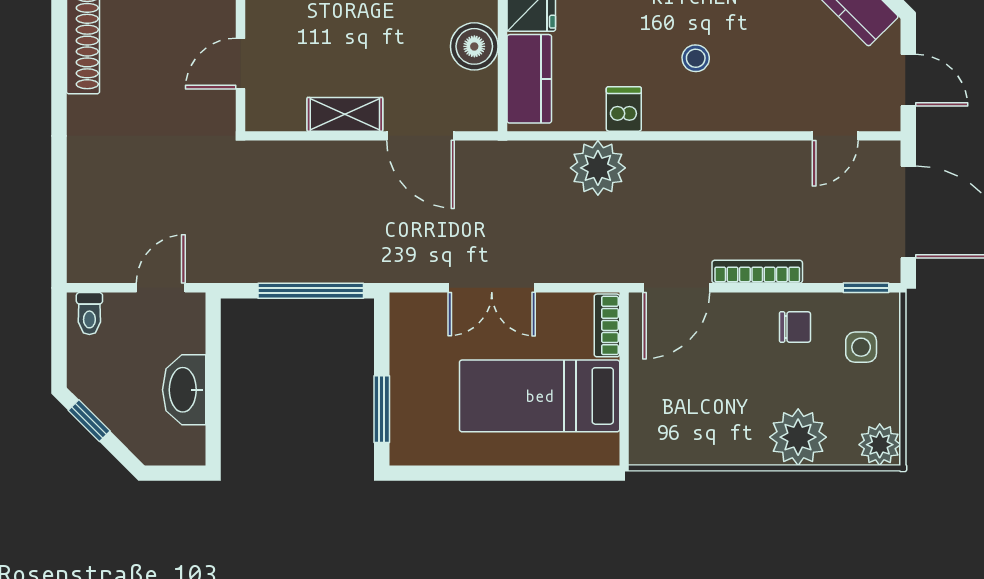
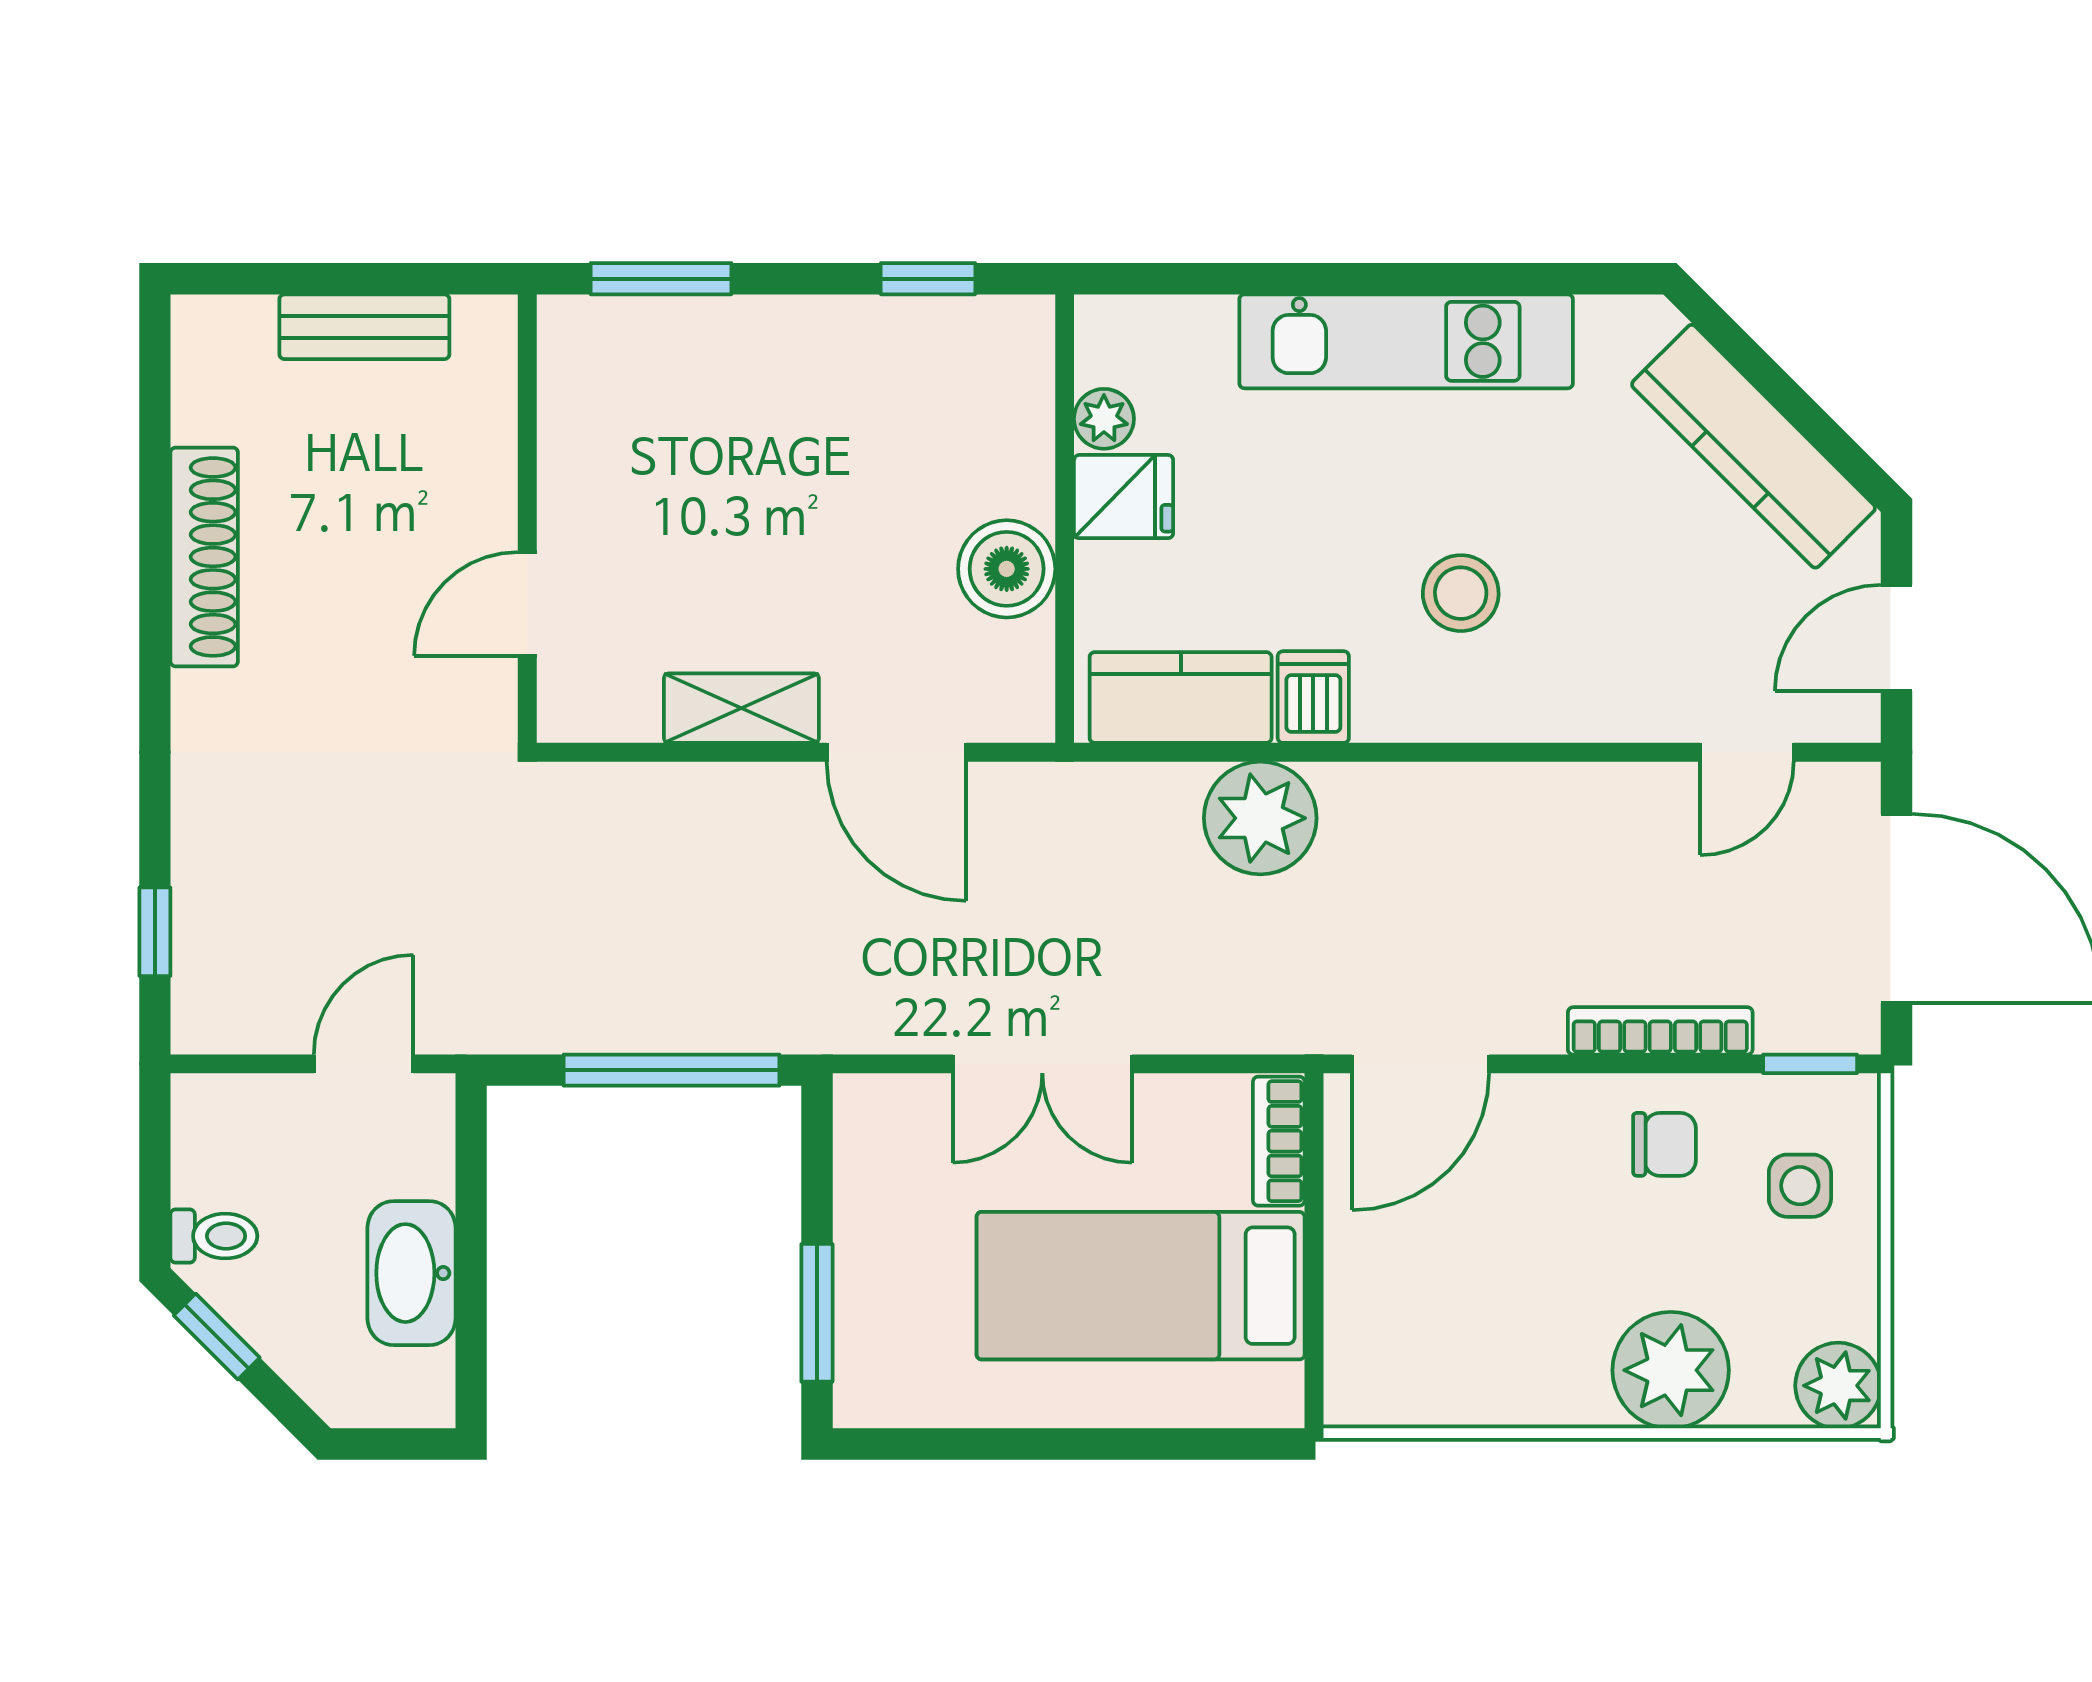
stool: (696, 58) -> (1461, 593), width x1.37, depth x1.37
kitchen counter: (529, 79) -> (1181, 697), moved, turned -90
door: (908, 80) -> (1897, 638), swing flipped
window: (59, 223) -> (155, 932), added
bookcase: (757, 272) -> (1660, 1031), moved
toilet: (89, 314) -> (214, 1236), moved, turned -90

